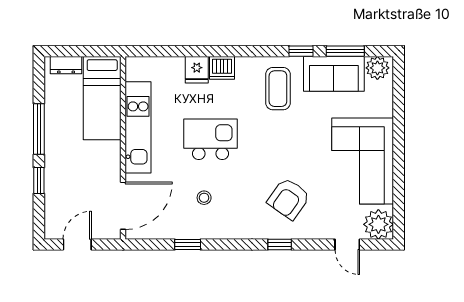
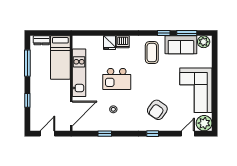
window: (39, 129) -> (27, 63), moved
kitchen island: (211, 139) -> (117, 79), turned 180
door: (347, 245) -> (188, 134), swing flipped

